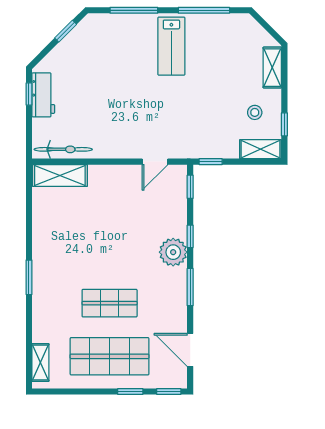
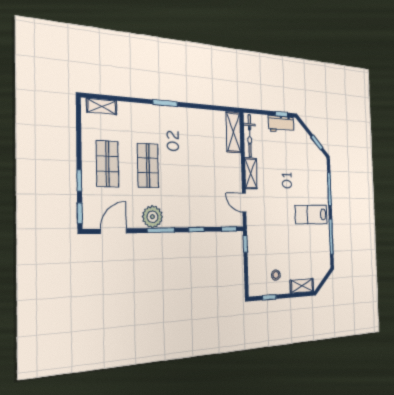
shelving: (261, 149) -> (251, 173), moved
plant: (173, 252) -> (152, 217), moved
shop shelf: (110, 356) -> (107, 164), width x0.70, depth x0.74

